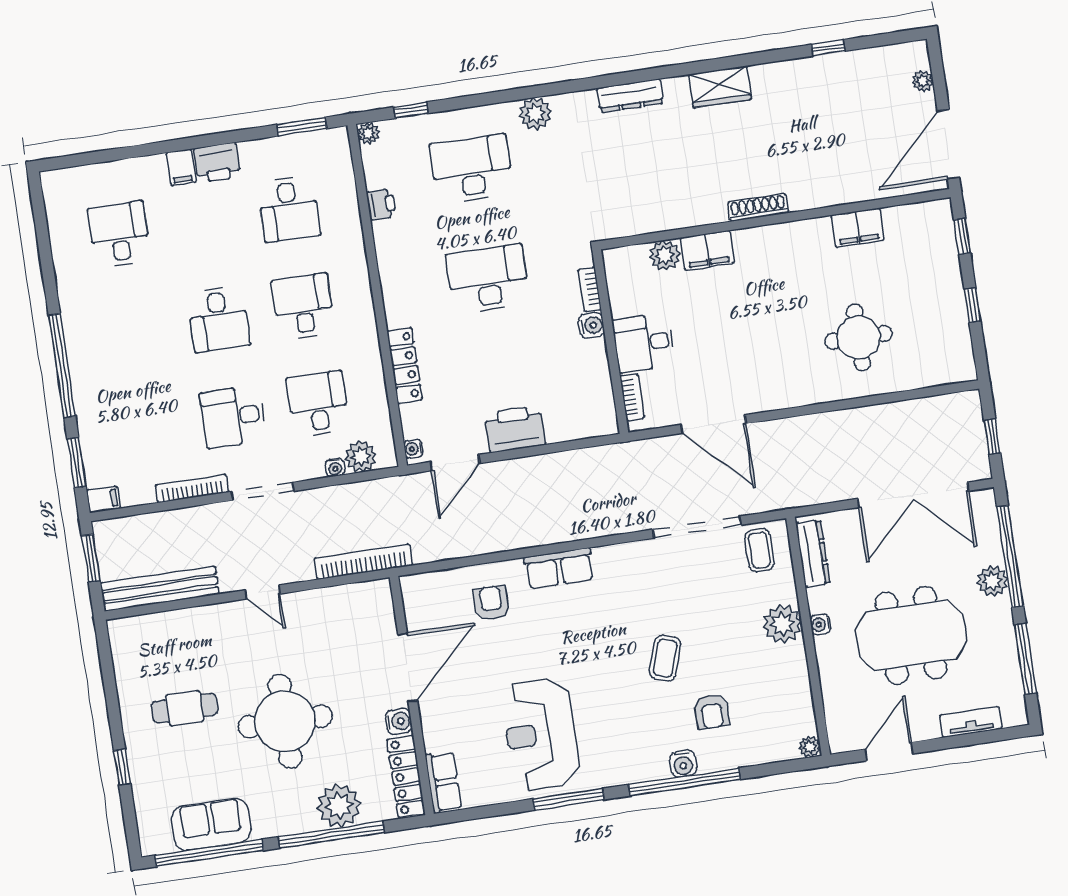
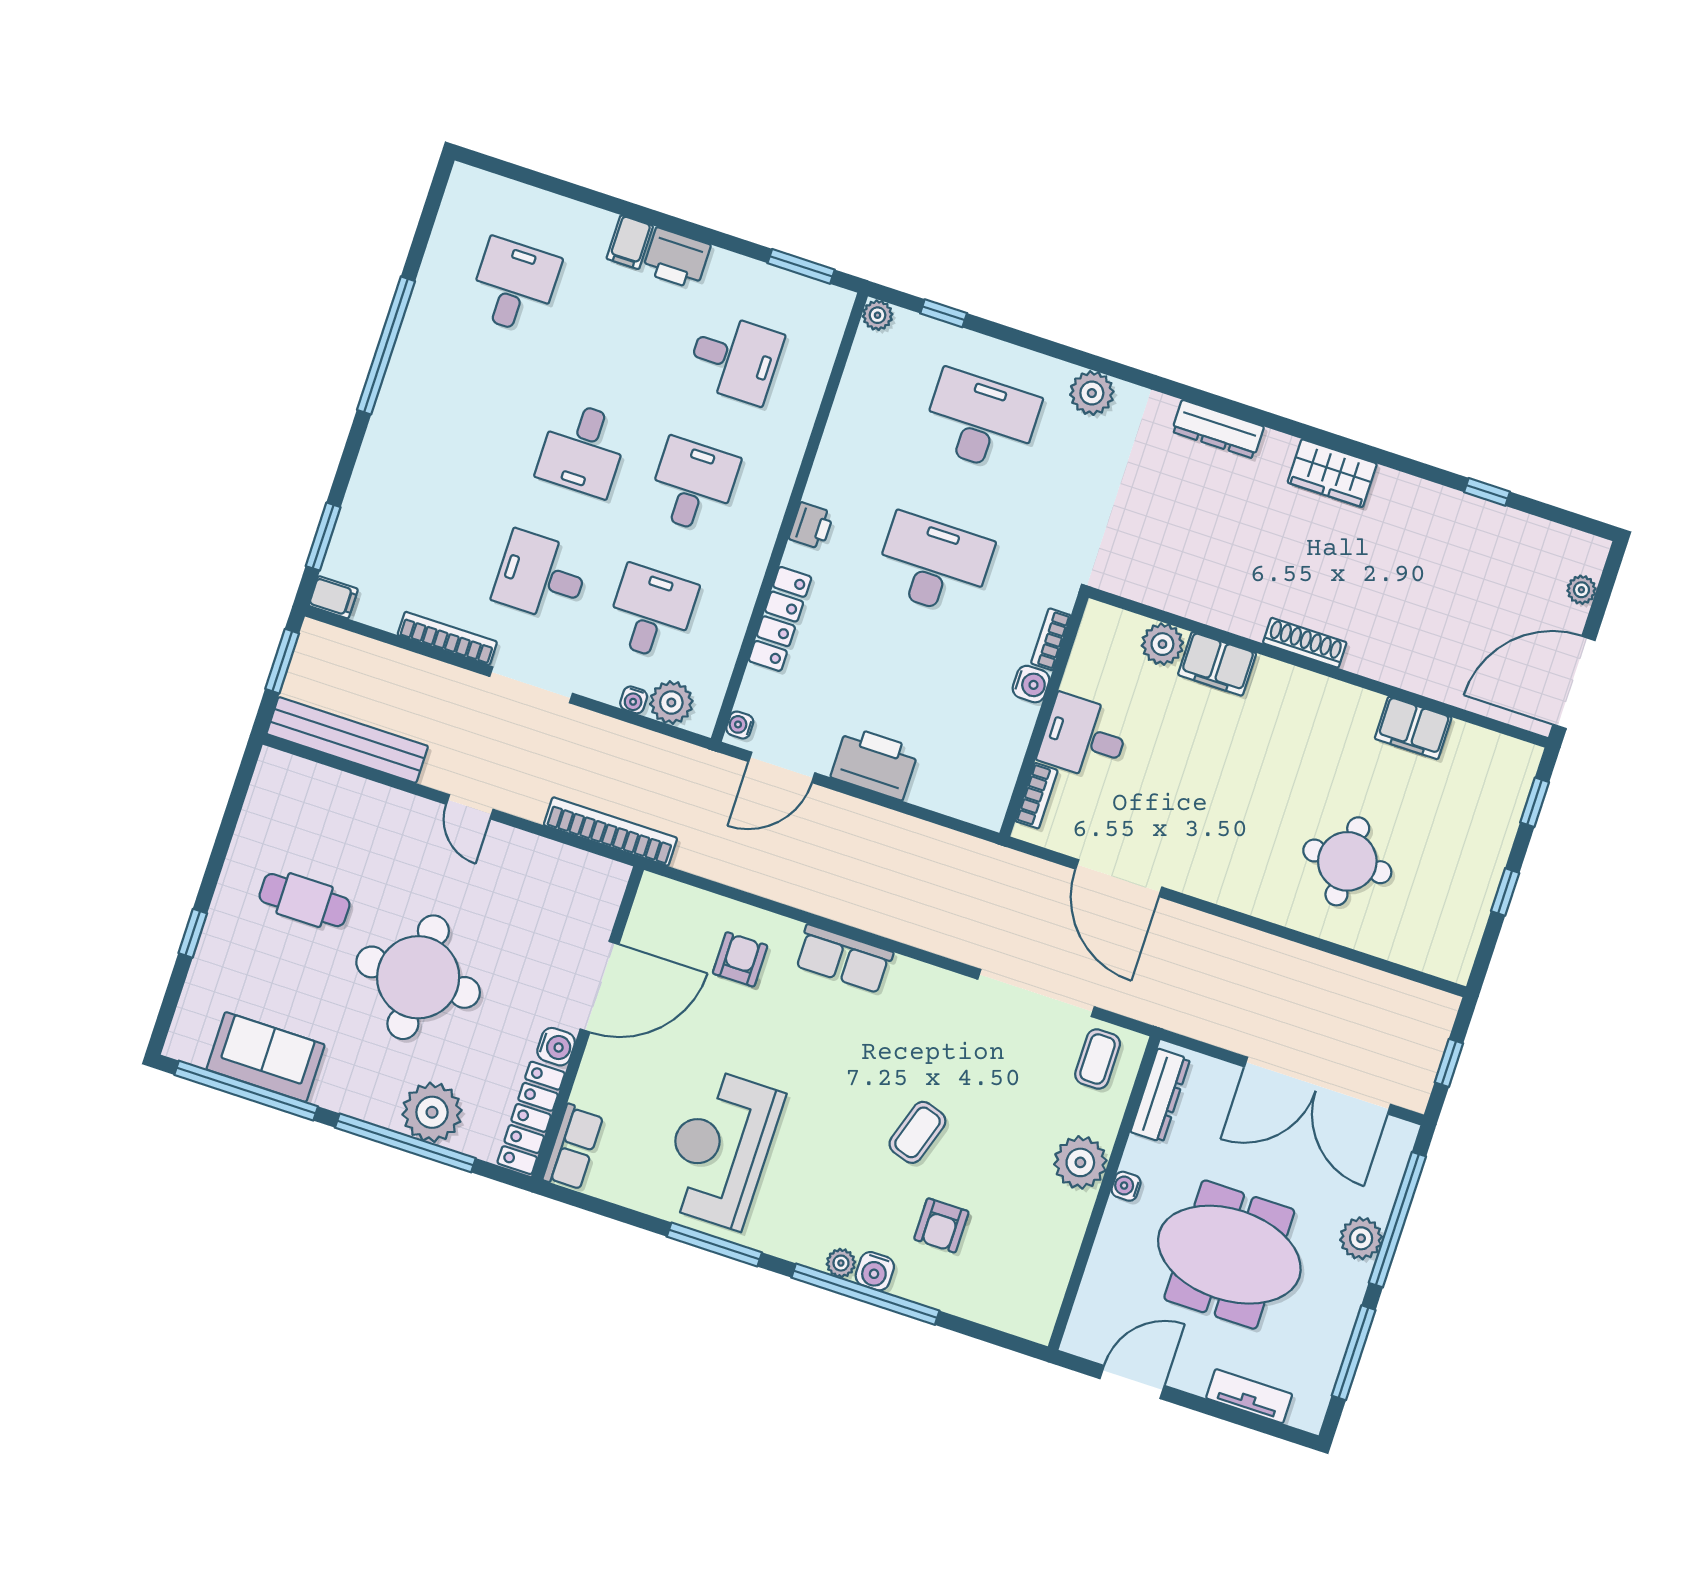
printer: (381, 204) -> (811, 526), moved
desk: (289, 209) -> (735, 358), turned -90
window: (62, 366) -> (386, 345), moved
plant: (810, 747) -> (841, 1263), moved

